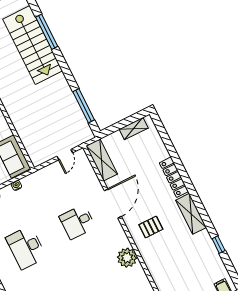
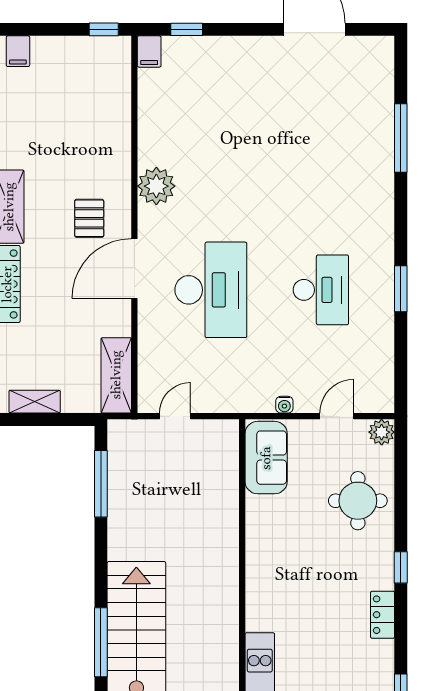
door: (113, 203) -> (134, 269), moved
desk: (77, 222) -> (211, 290), width x1.87, depth x1.30
pallet: (151, 227) -> (89, 218), turned 90

